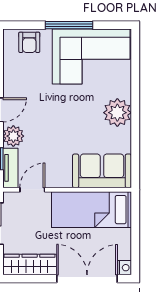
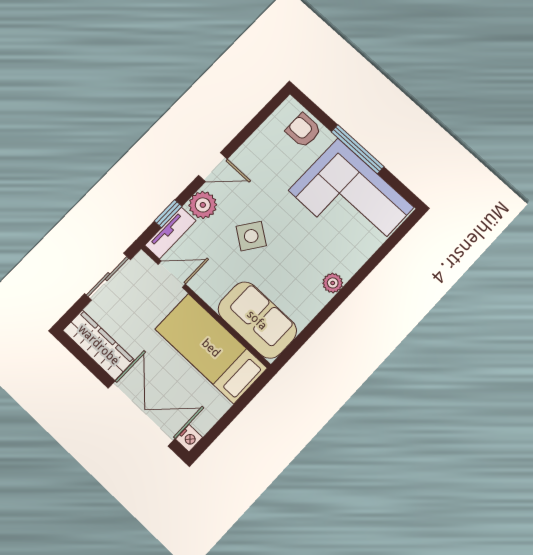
armchair: (29, 42) -> (303, 130), turned 90
plant: (117, 113) -> (333, 283), width x0.53, depth x0.53
side table: (56, 128) -> (251, 236), added

